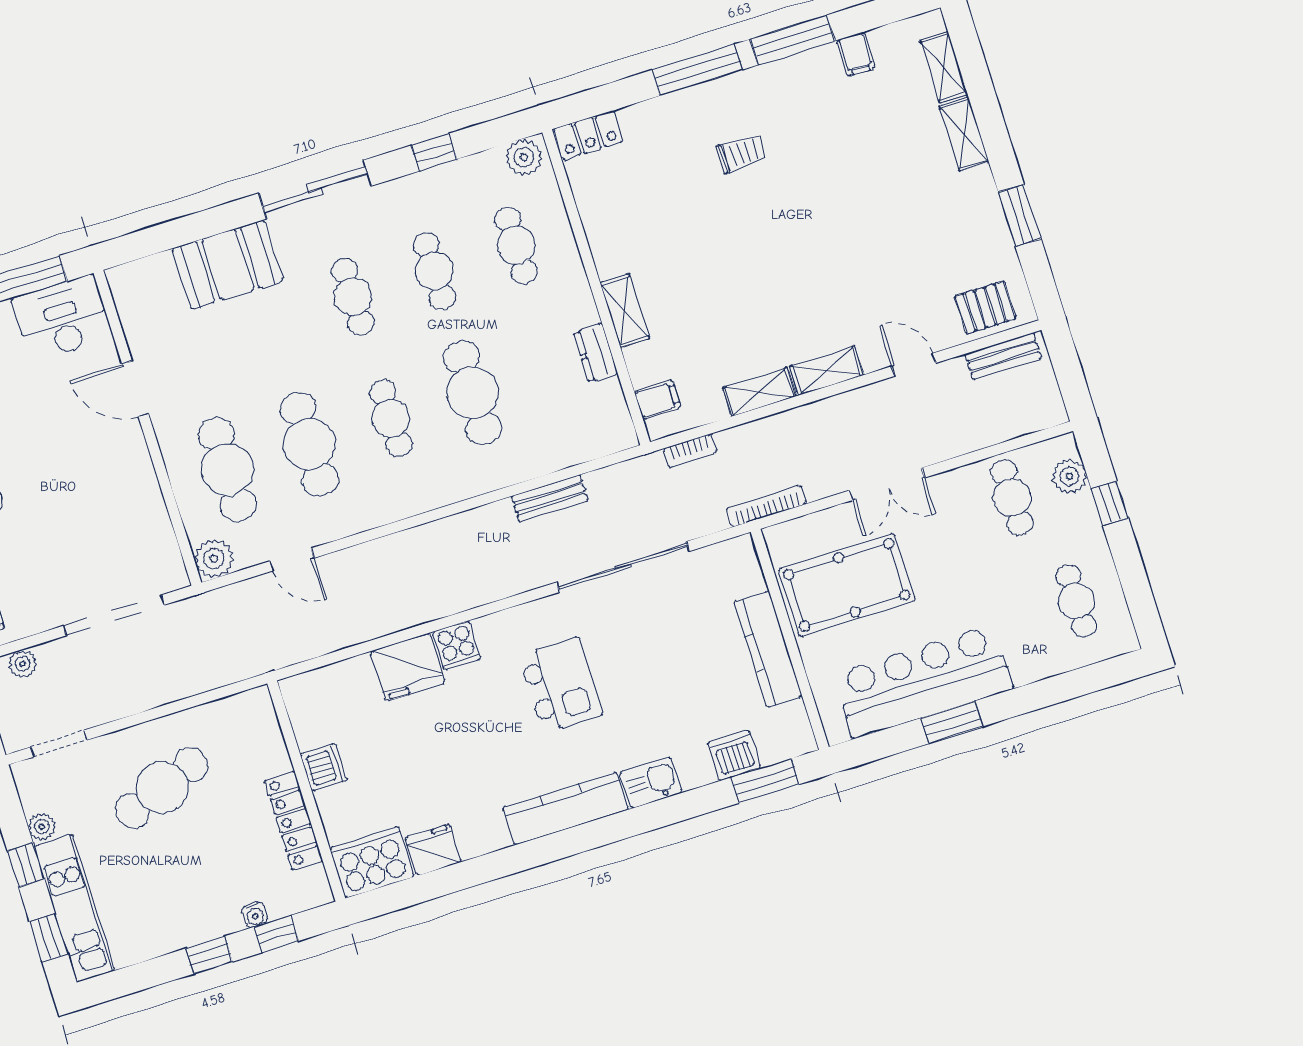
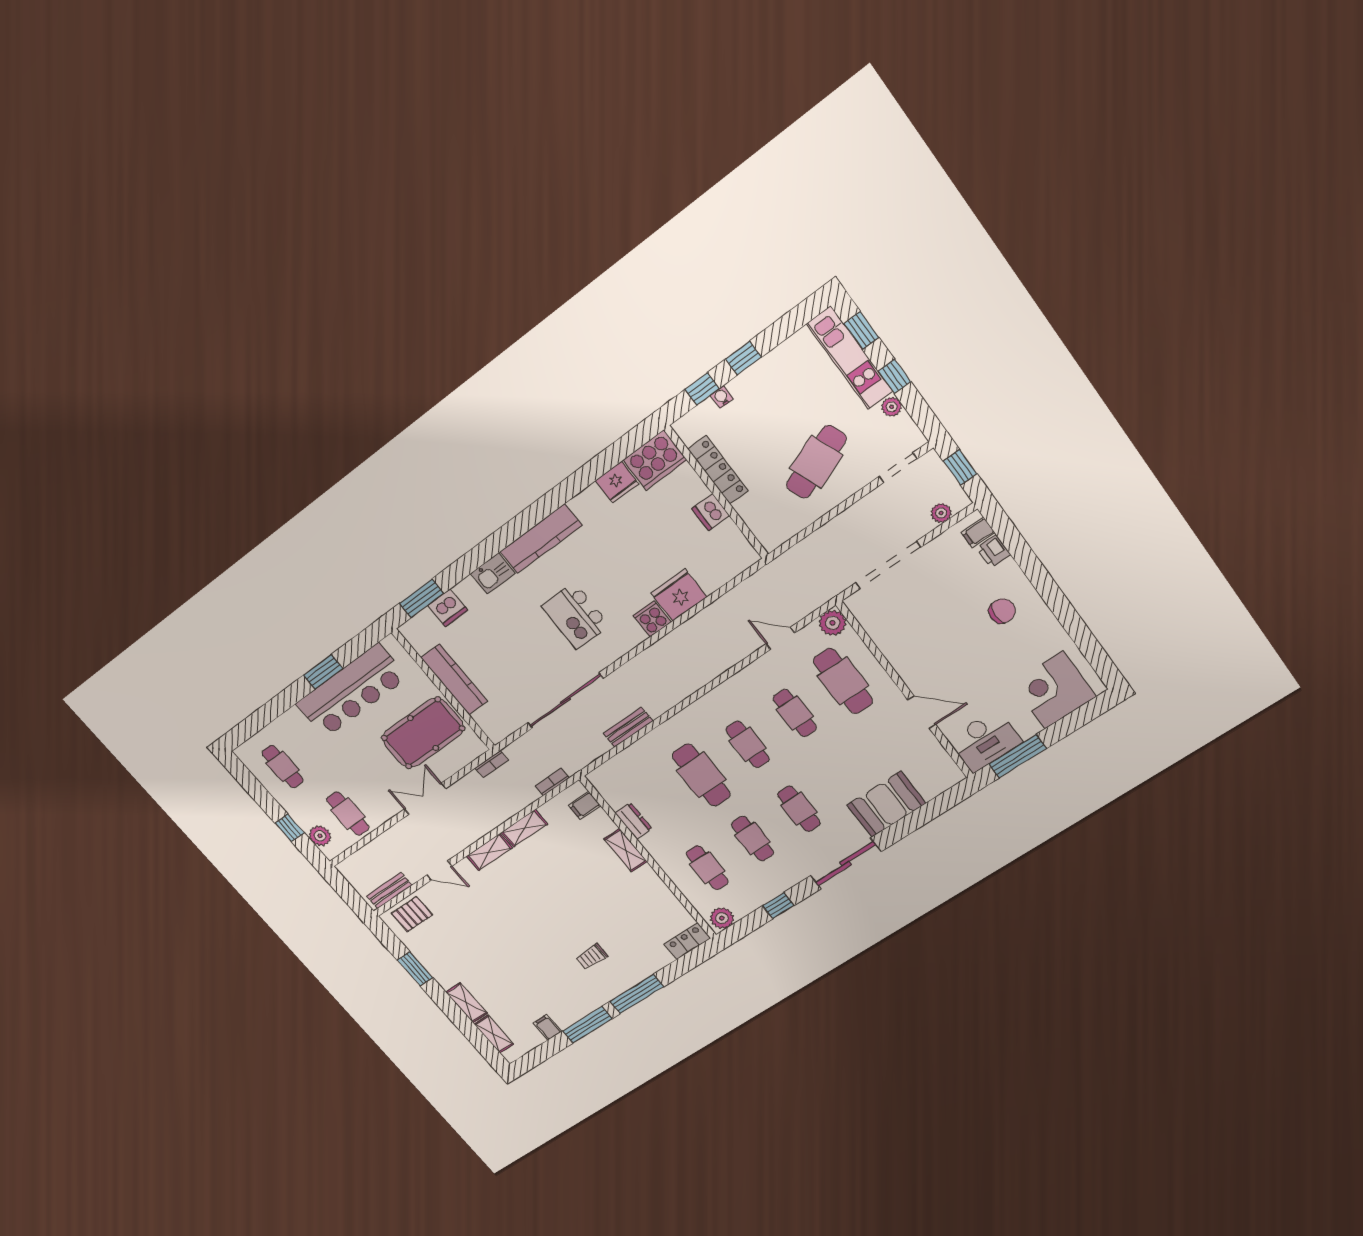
cafe table: (309, 444) -> (795, 713), width x0.73, depth x0.74
bookcase: (766, 506) -> (492, 764), width x0.64

